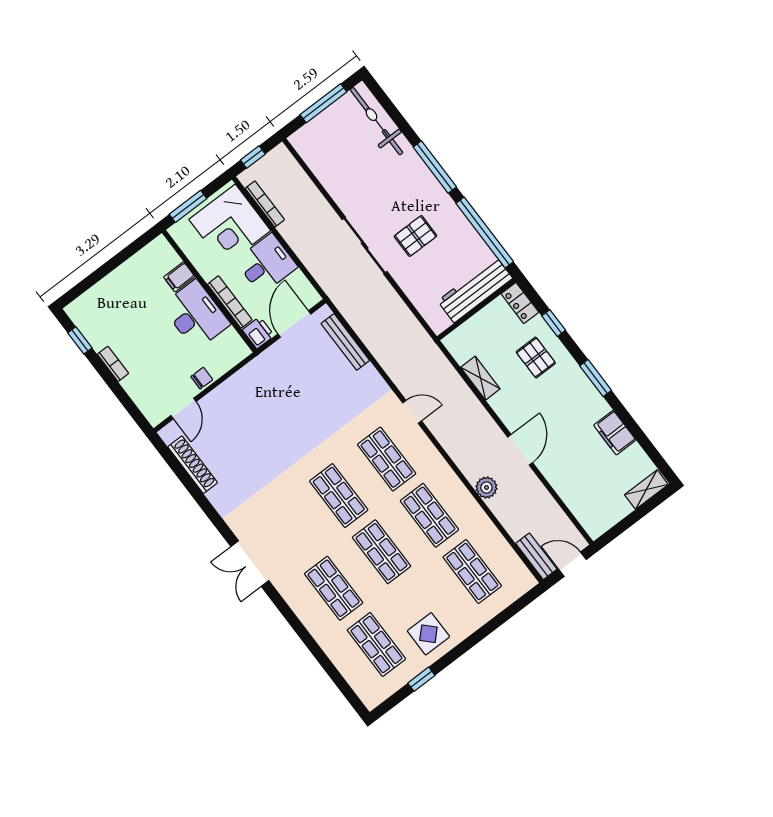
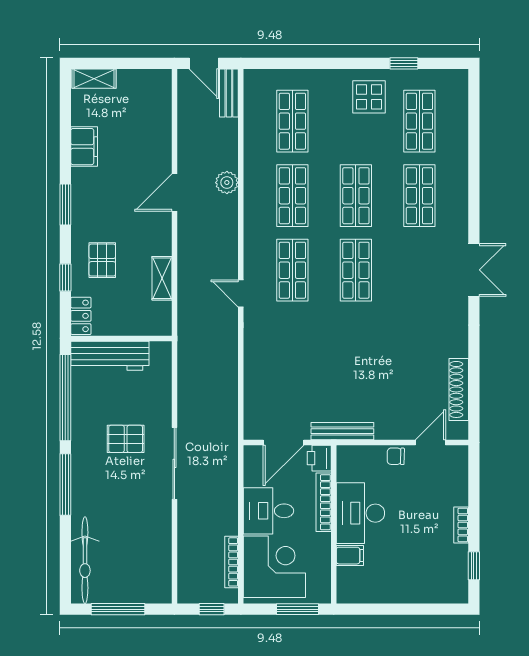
bench: (345, 342) -> (342, 431), moved, turned 90

